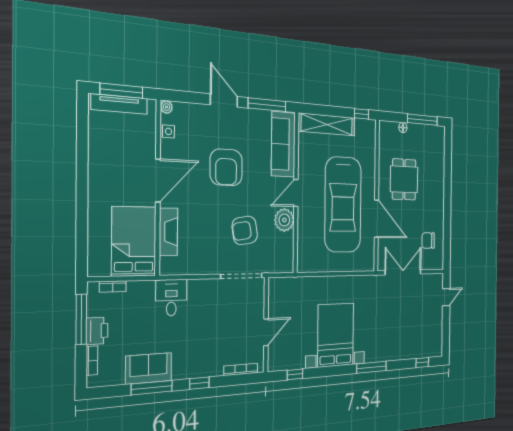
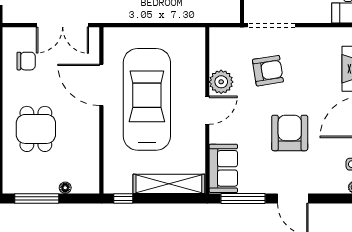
sofa: (283, 144) -> (223, 168), width x0.73
dining table: (404, 179) -> (36, 129), moved

